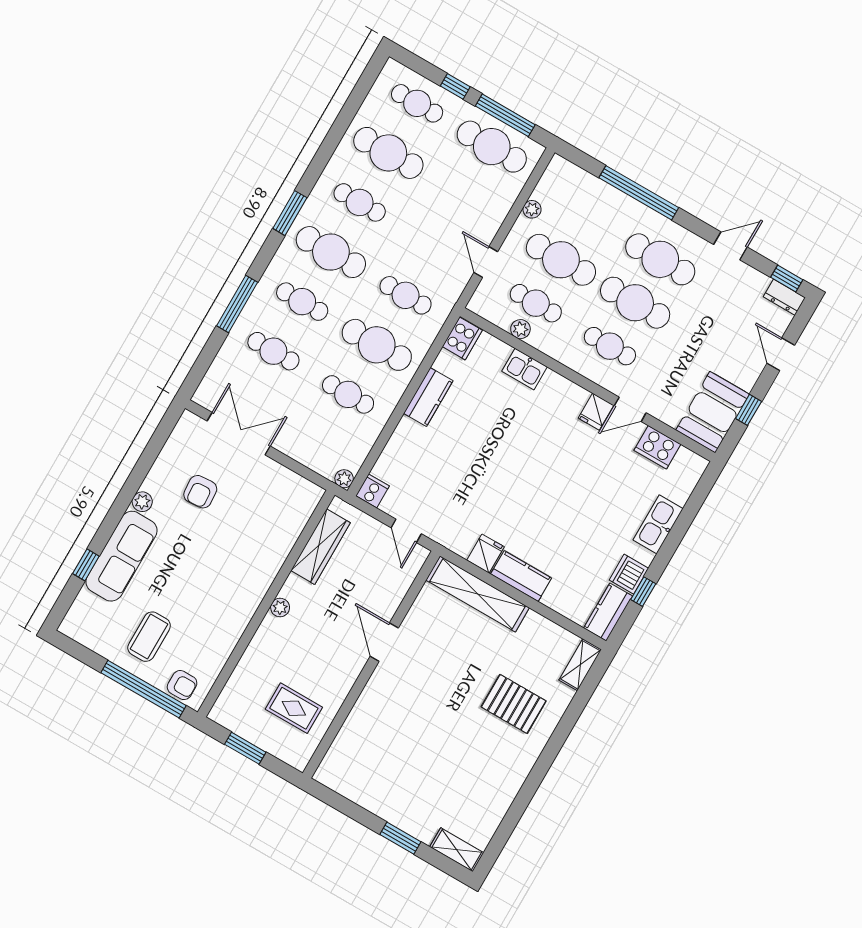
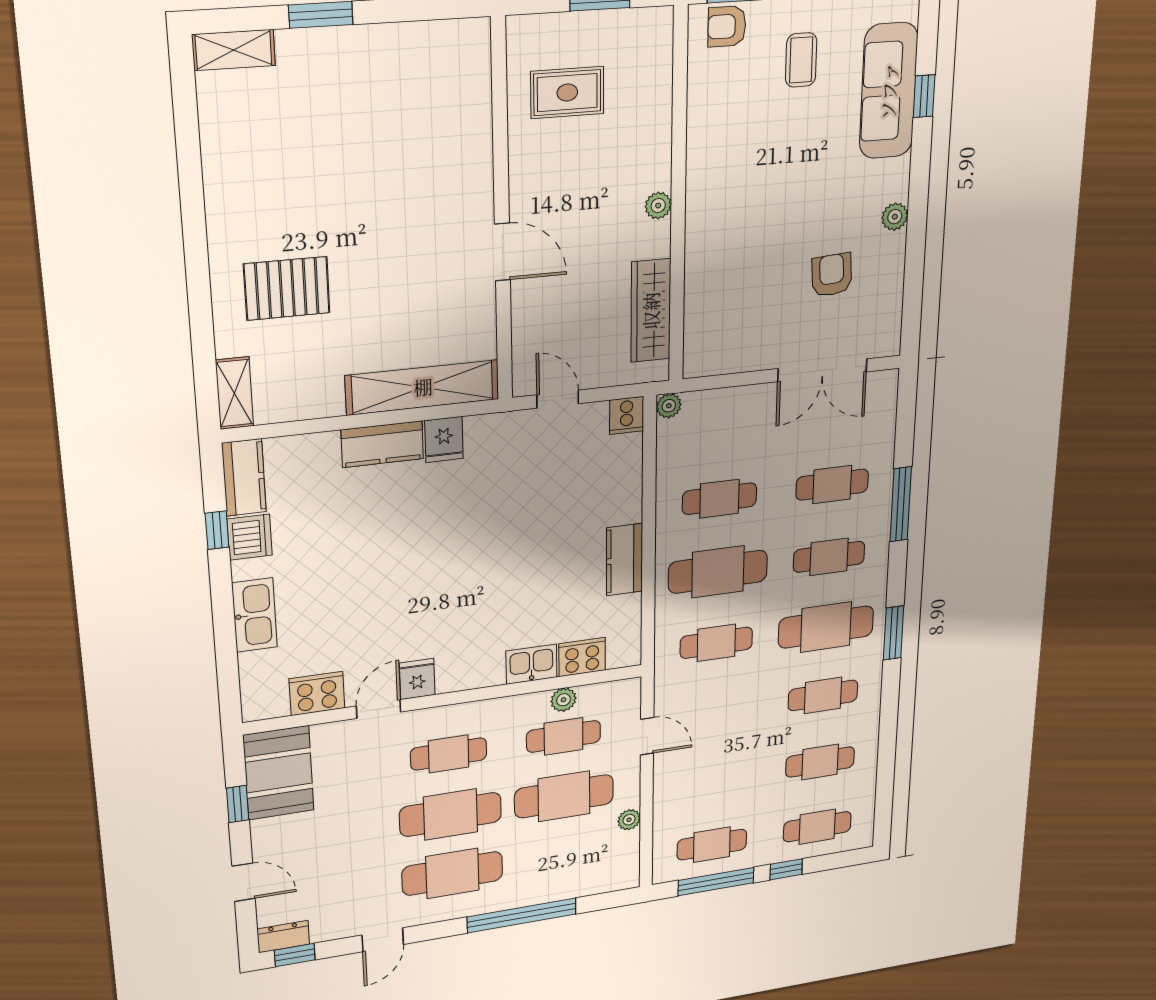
cafe table: (492, 147) -> (712, 845), width x0.73, depth x0.74
cafe table: (388, 153) -> (820, 762), width x0.73, depth x0.74
cooker: (462, 338) -> (582, 657), moved, turned 90
sofa: (122, 556) -> (889, 91), moved
coffee table: (149, 637) -> (801, 60), width x0.73, depth x0.77

